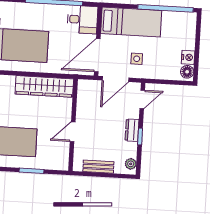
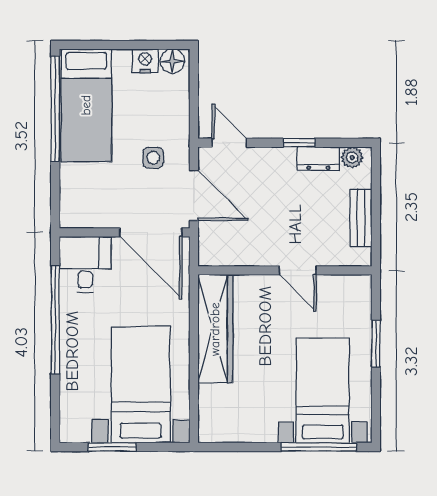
bed: (131, 22) -> (86, 105), moved, turned 180
dresser: (132, 130) -> (318, 159), moved

